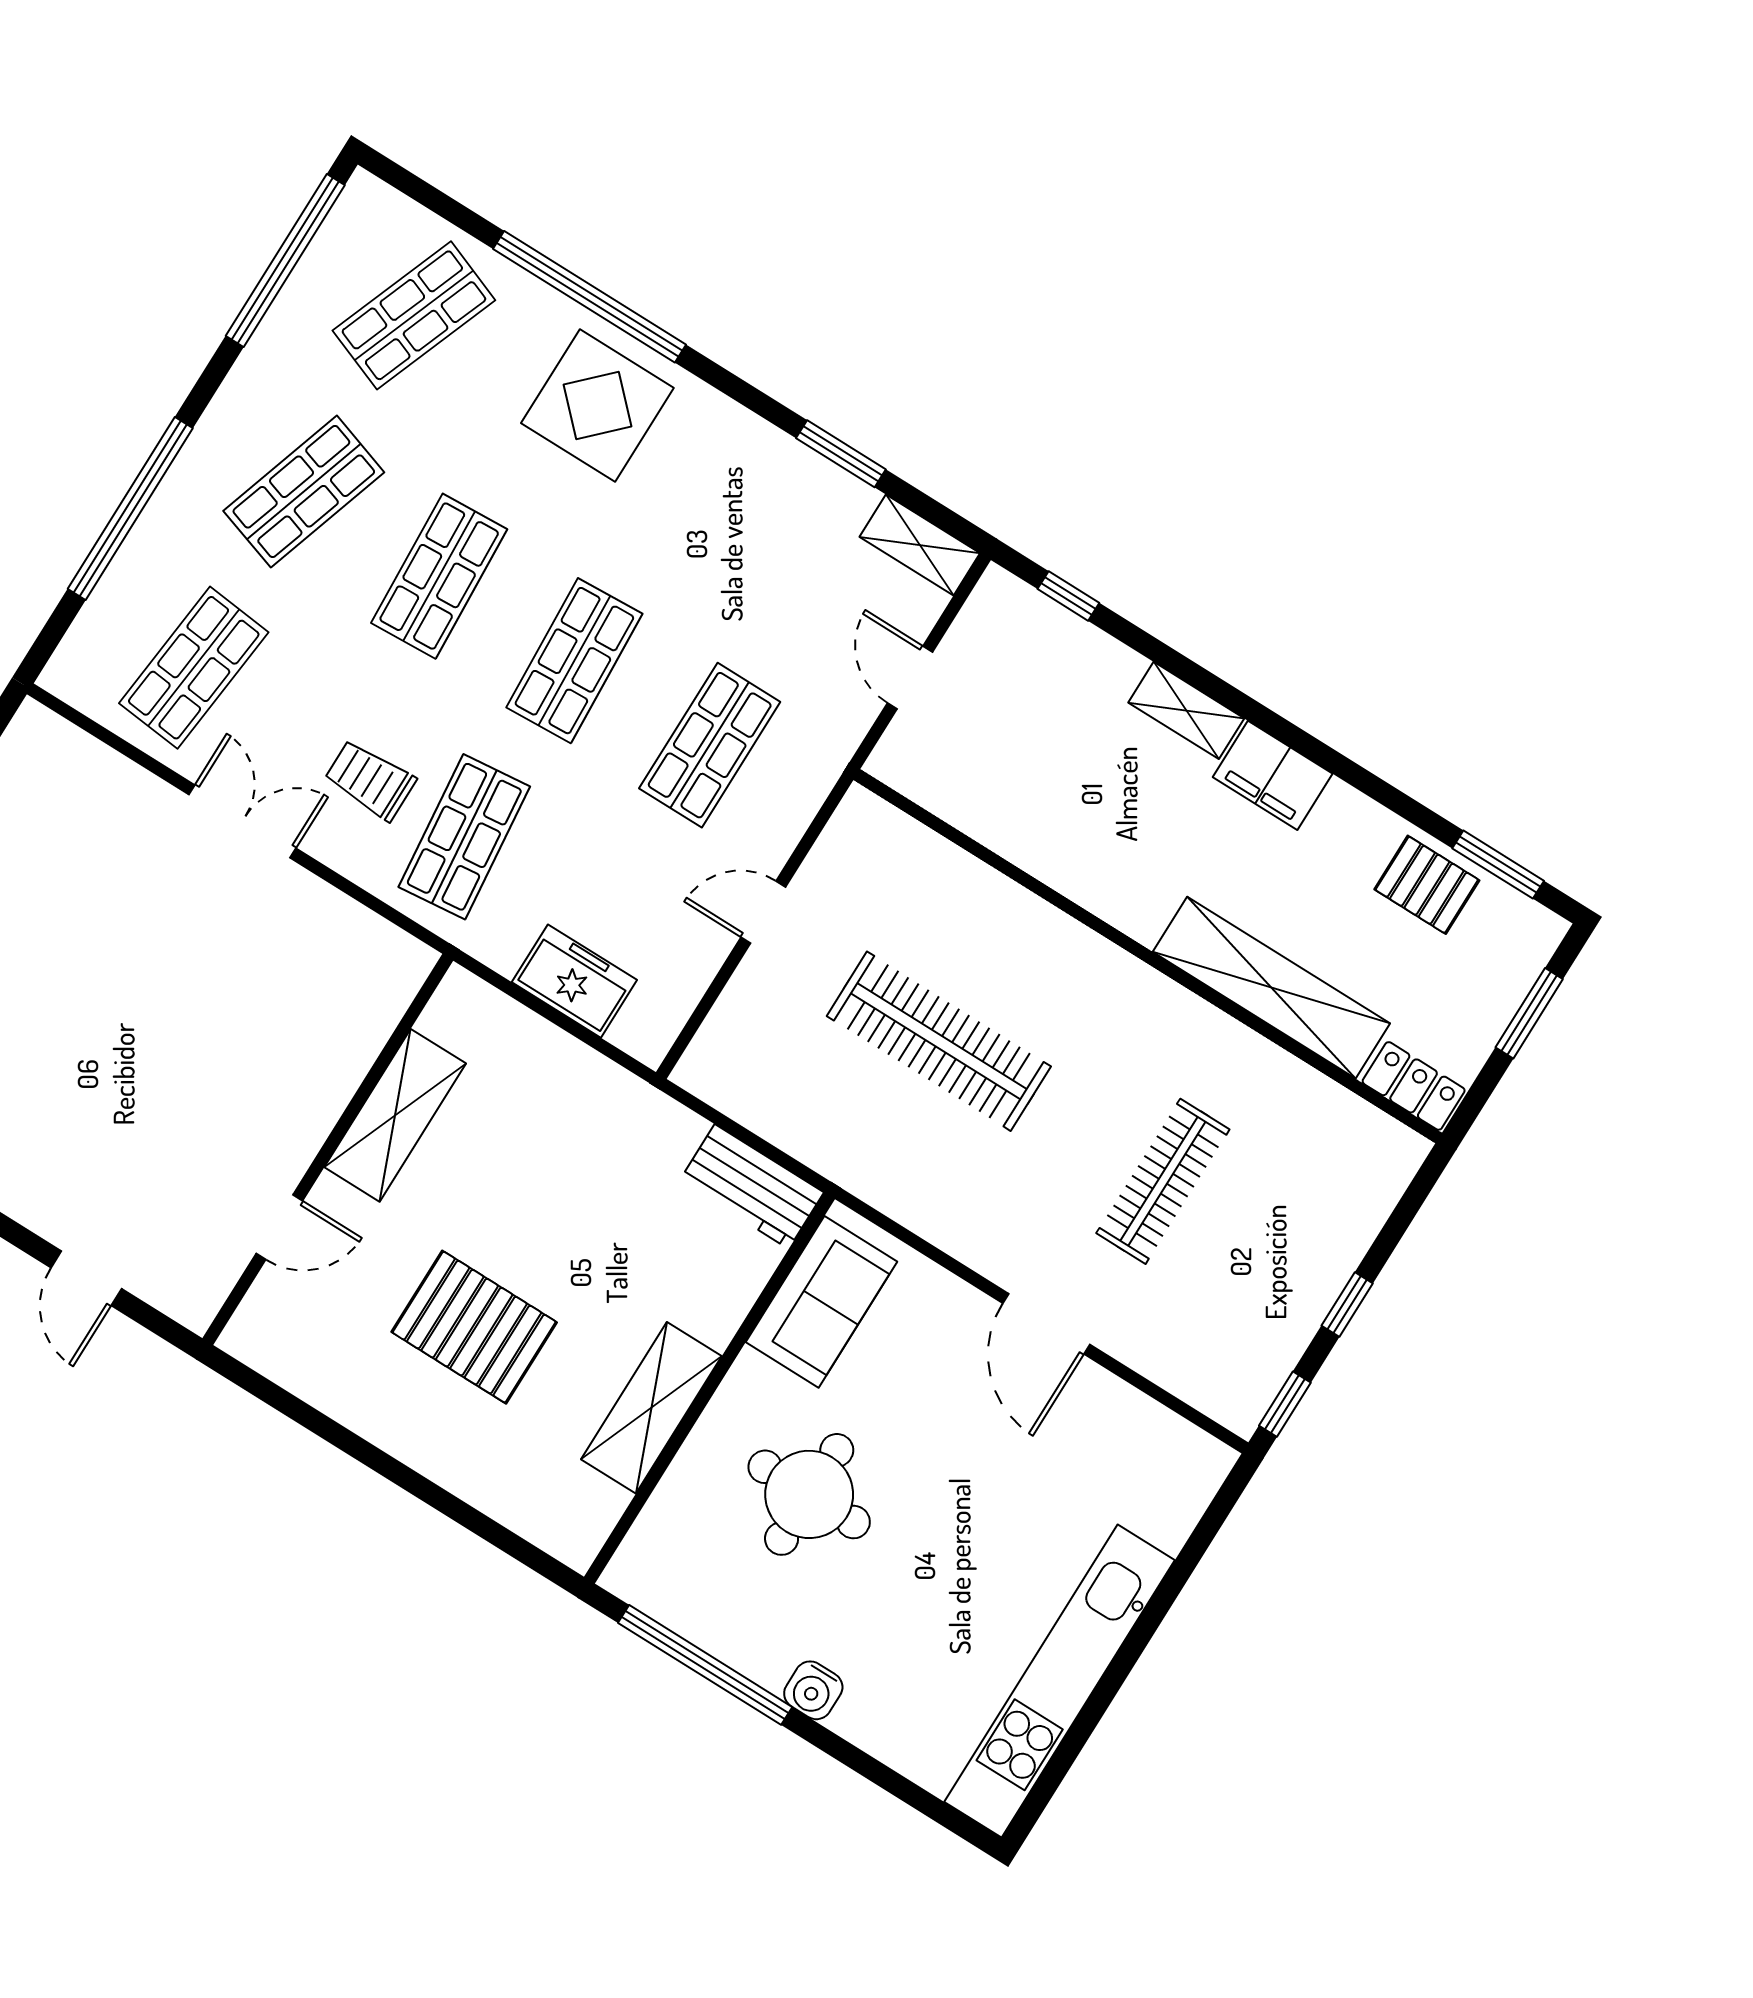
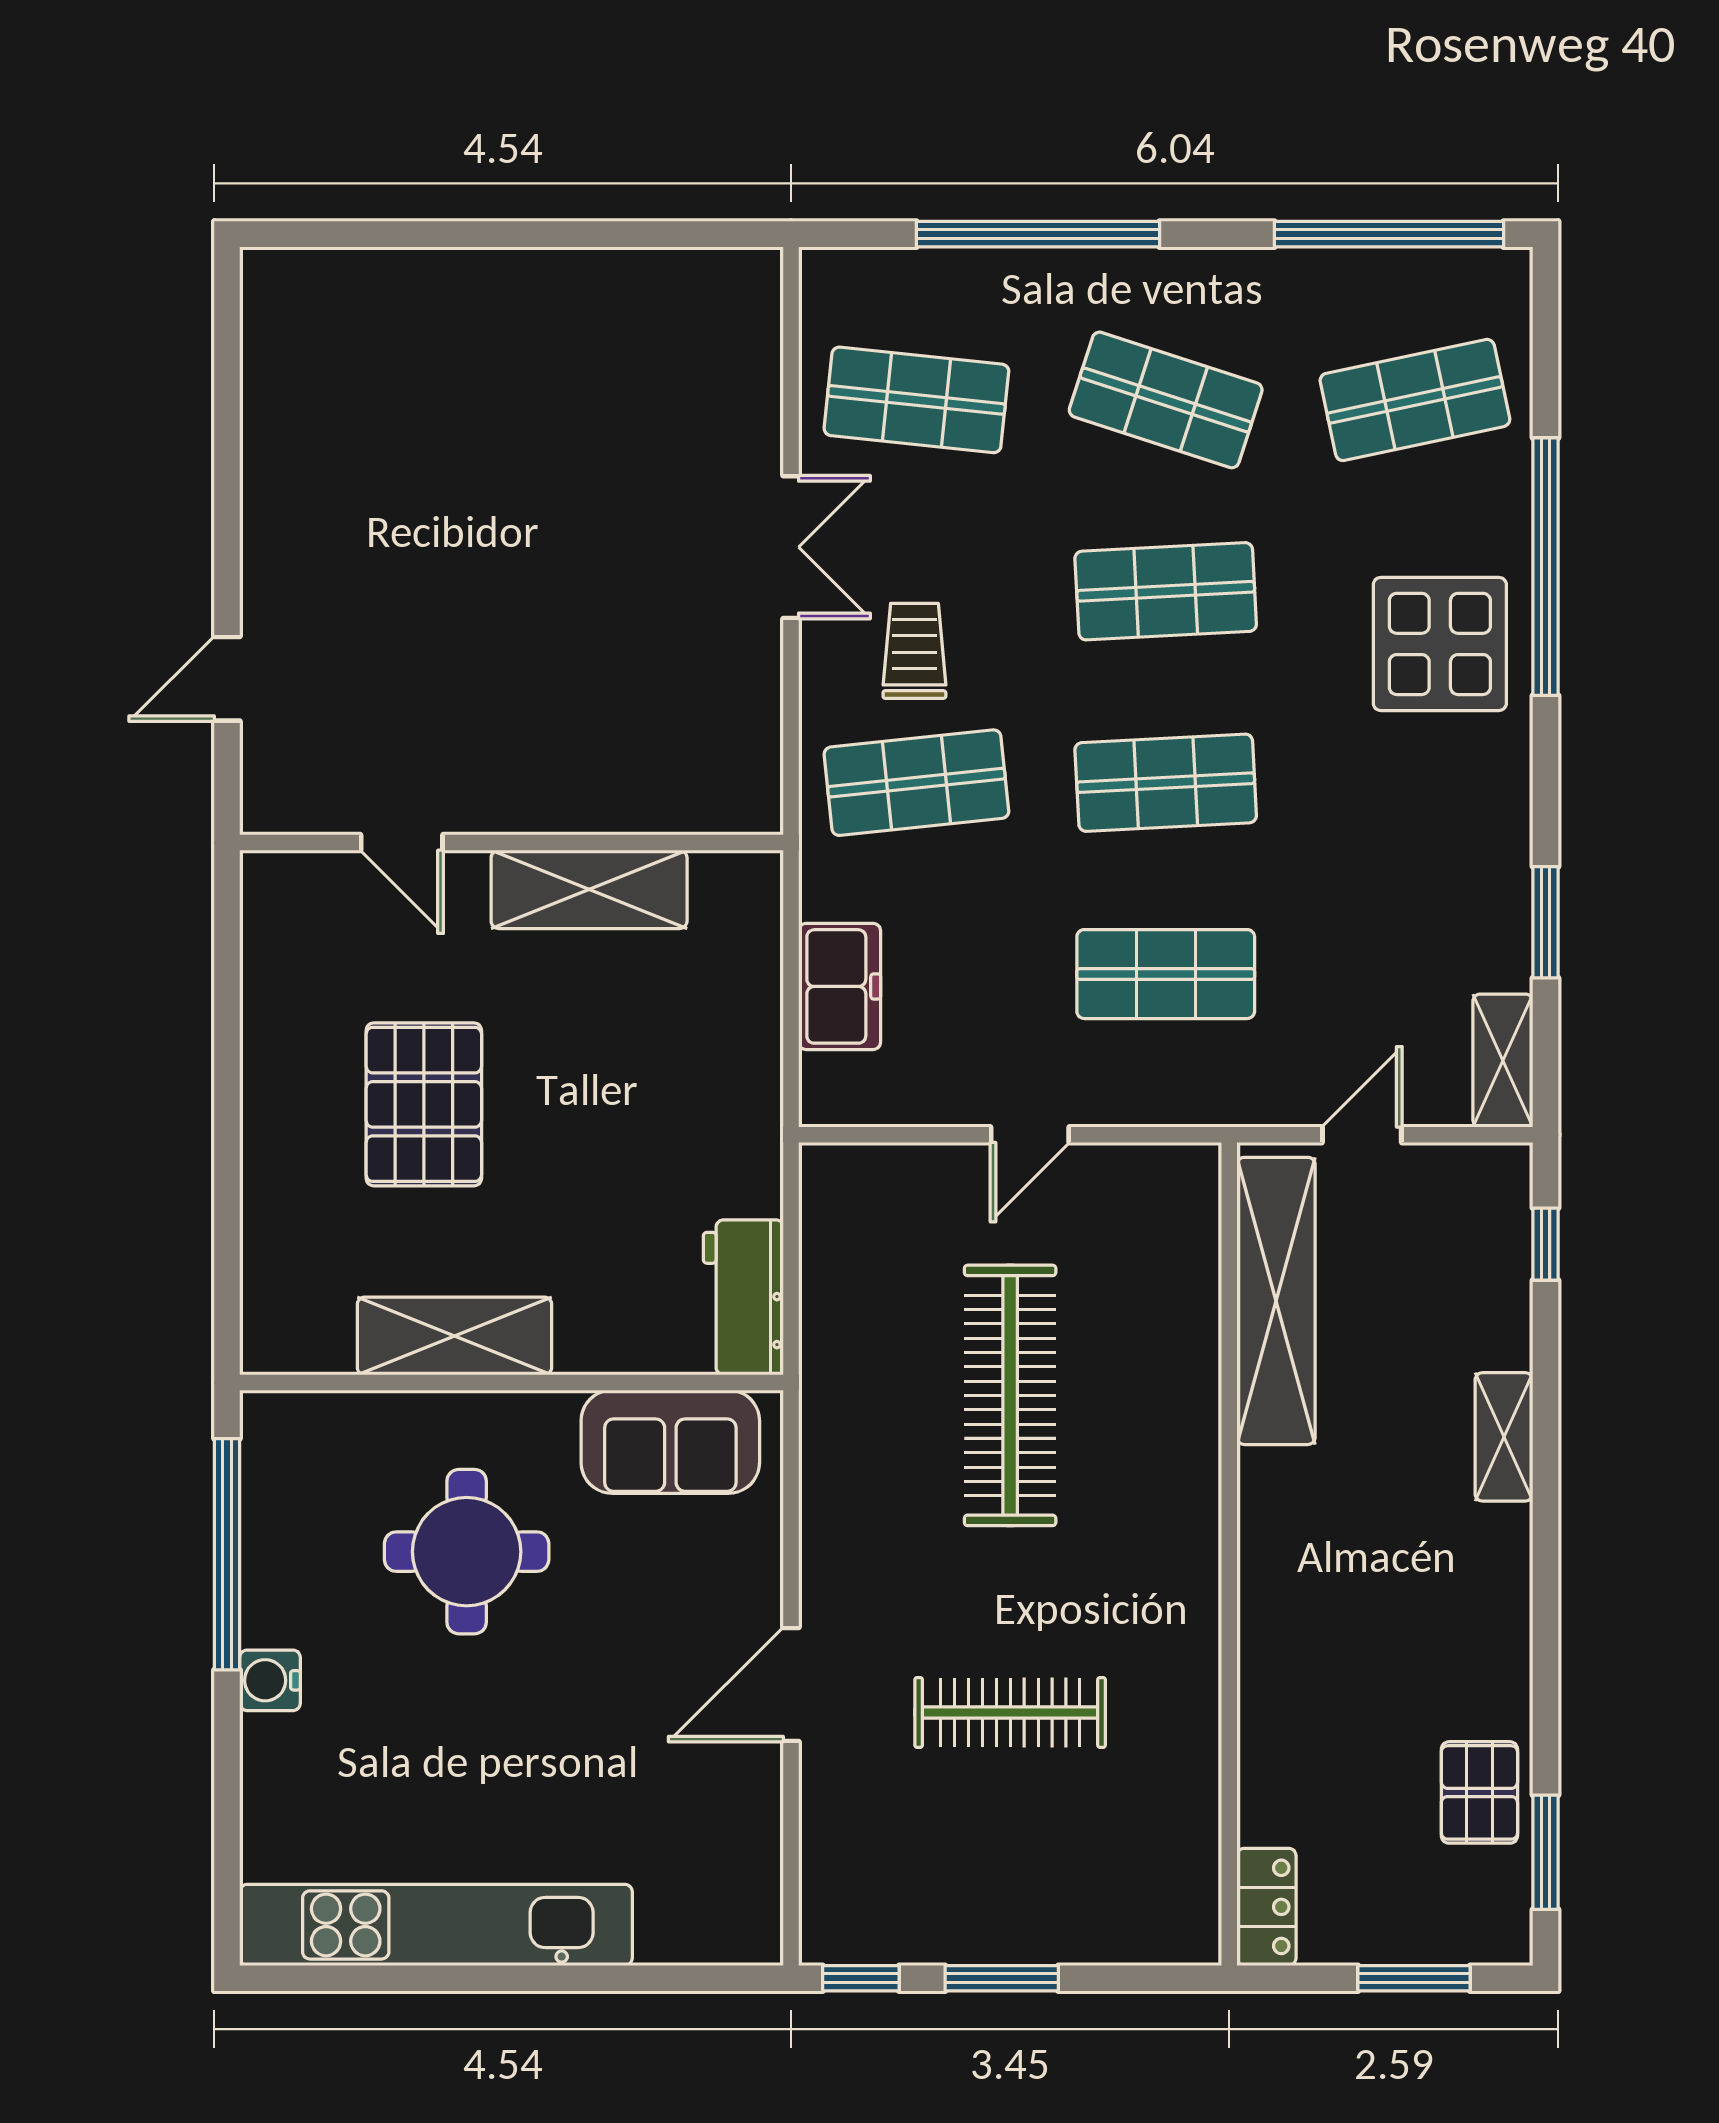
shop shelf: (414, 315) -> (1415, 400), turned -33
filing cabinet: (1273, 775) -> (1493, 1566), removed
door: (763, 912) -> (1030, 1135), swing flipped
shelving: (1271, 988) -> (1276, 1301), moved
window: (1347, 1305) -> (1002, 1978), width x1.50

